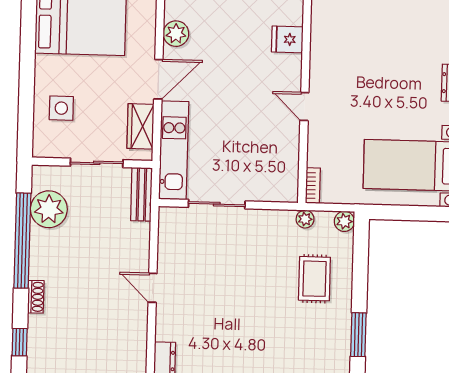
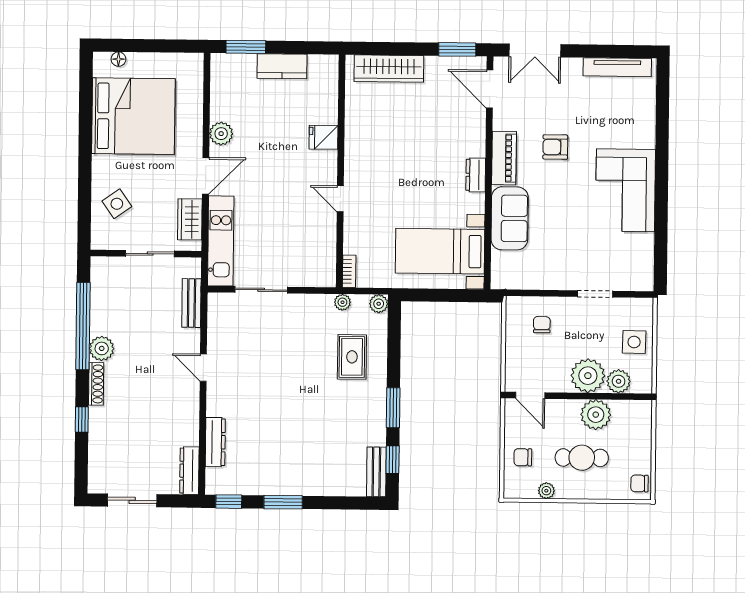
side table: (61, 108) -> (117, 204), turned -35
bench: (141, 194) -> (191, 303), moved
plant: (49, 209) -> (102, 348), moved, width x0.73, depth x0.73
shoe rack: (36, 297) -> (96, 384), width x1.43

